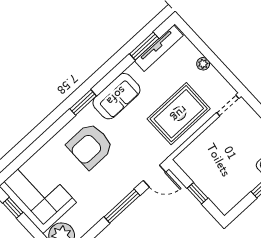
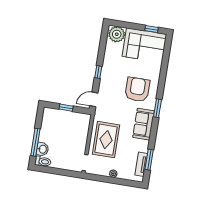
tv unit: (159, 48) -> (141, 164), width x0.71
window: (122, 206) -> (98, 72), width x0.46

